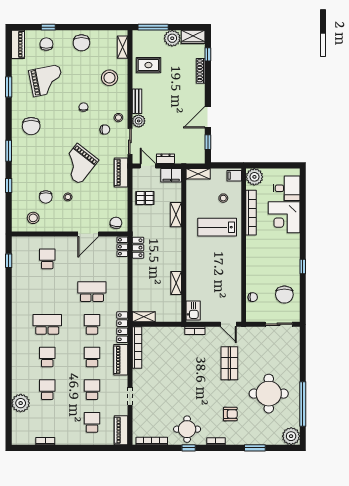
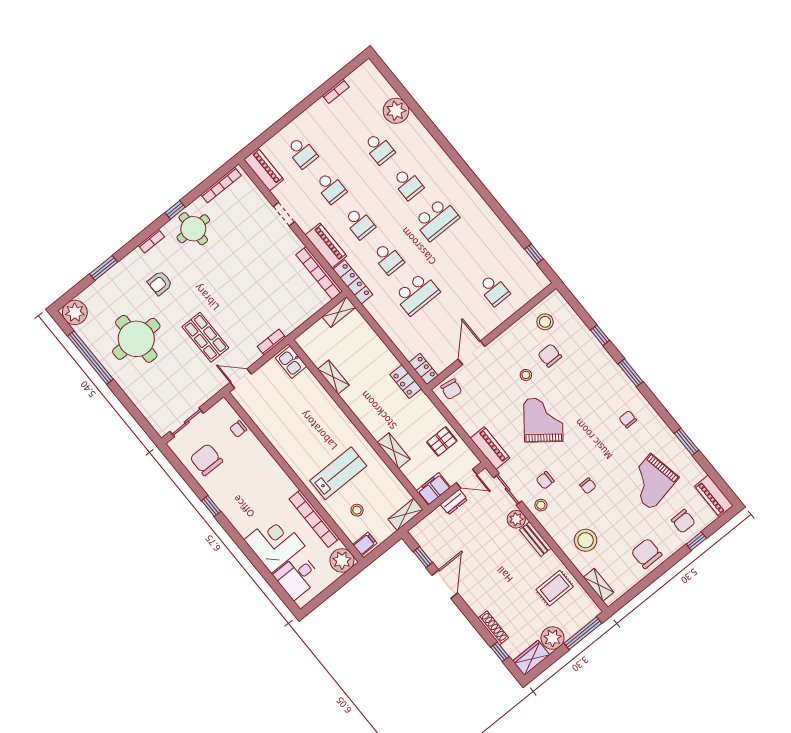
chair: (31, 126) -> (628, 419), width x0.54, depth x0.54

